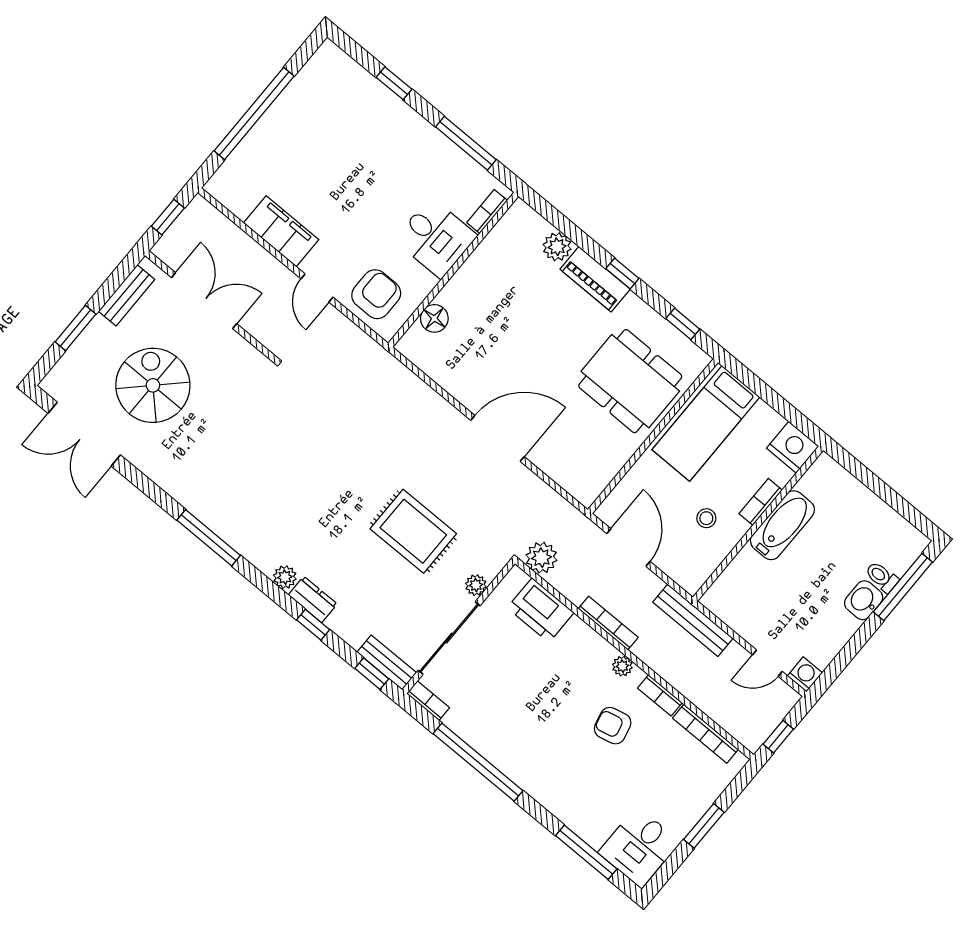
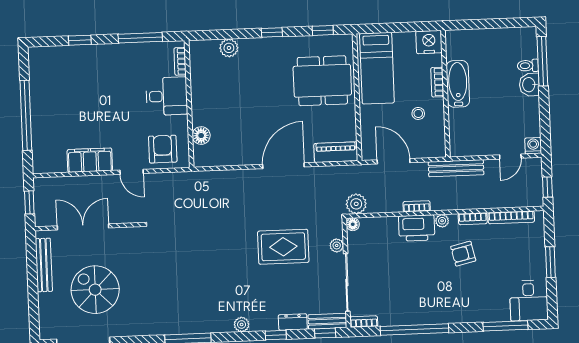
piano: (595, 279) -> (336, 152), moved, turned 180
bench: (127, 295) -> (44, 265), width x1.36
window: (75, 328) -> (33, 296), removed
floor lamp: (516, 577) -> (353, 224), added
dresser: (313, 599) -> (293, 322), moved
printer: (541, 610) -> (417, 228), moved
bookcase: (608, 623) -> (417, 206), width x0.64

